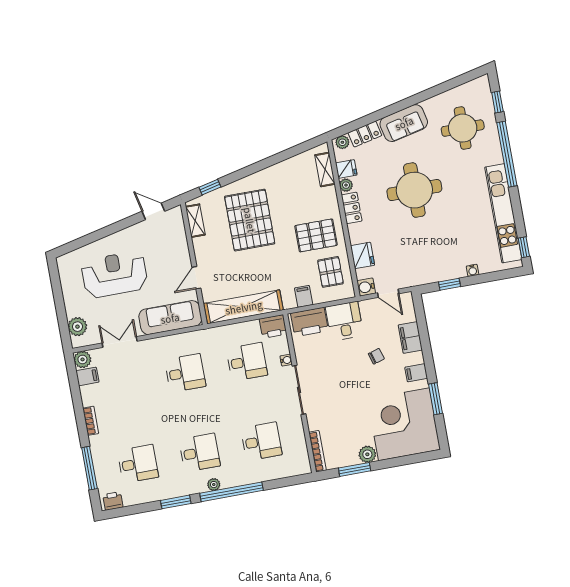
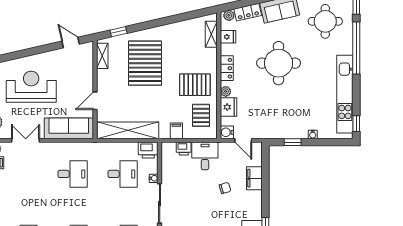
plant: (346, 185) -> (226, 91), moved
printer: (309, 322) -> (184, 149), width x0.53, depth x0.68
filing cabinet: (416, 373) -> (254, 207), removed

